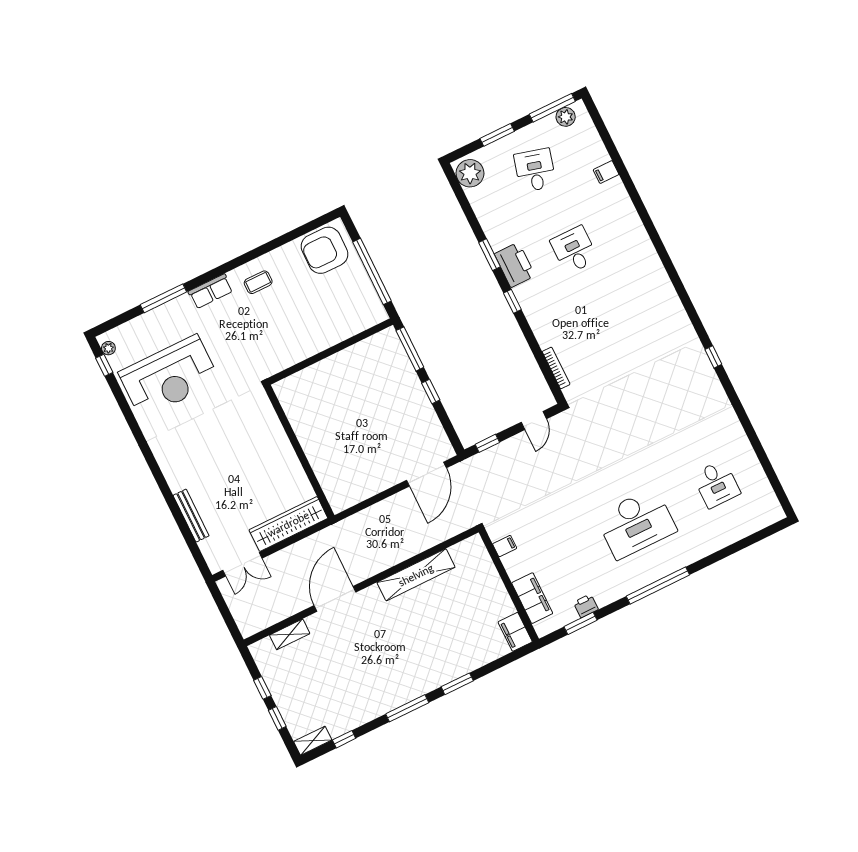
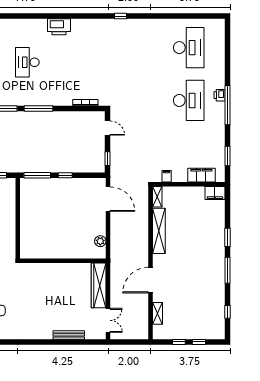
desk: (574, 250) -> (27, 62), width x1.37
printer: (515, 265) -> (59, 27), moved, turned 180
window: (512, 301) -> (39, 108), width x2.17
desk: (716, 484) -> (189, 48), width x1.87, depth x1.30
plant: (357, 494) -> (100, 241), added
door: (335, 599) -> (150, 280), hinge flipped
printer: (586, 606) -> (219, 95), moved
shelving: (313, 741) -> (157, 197), moved

